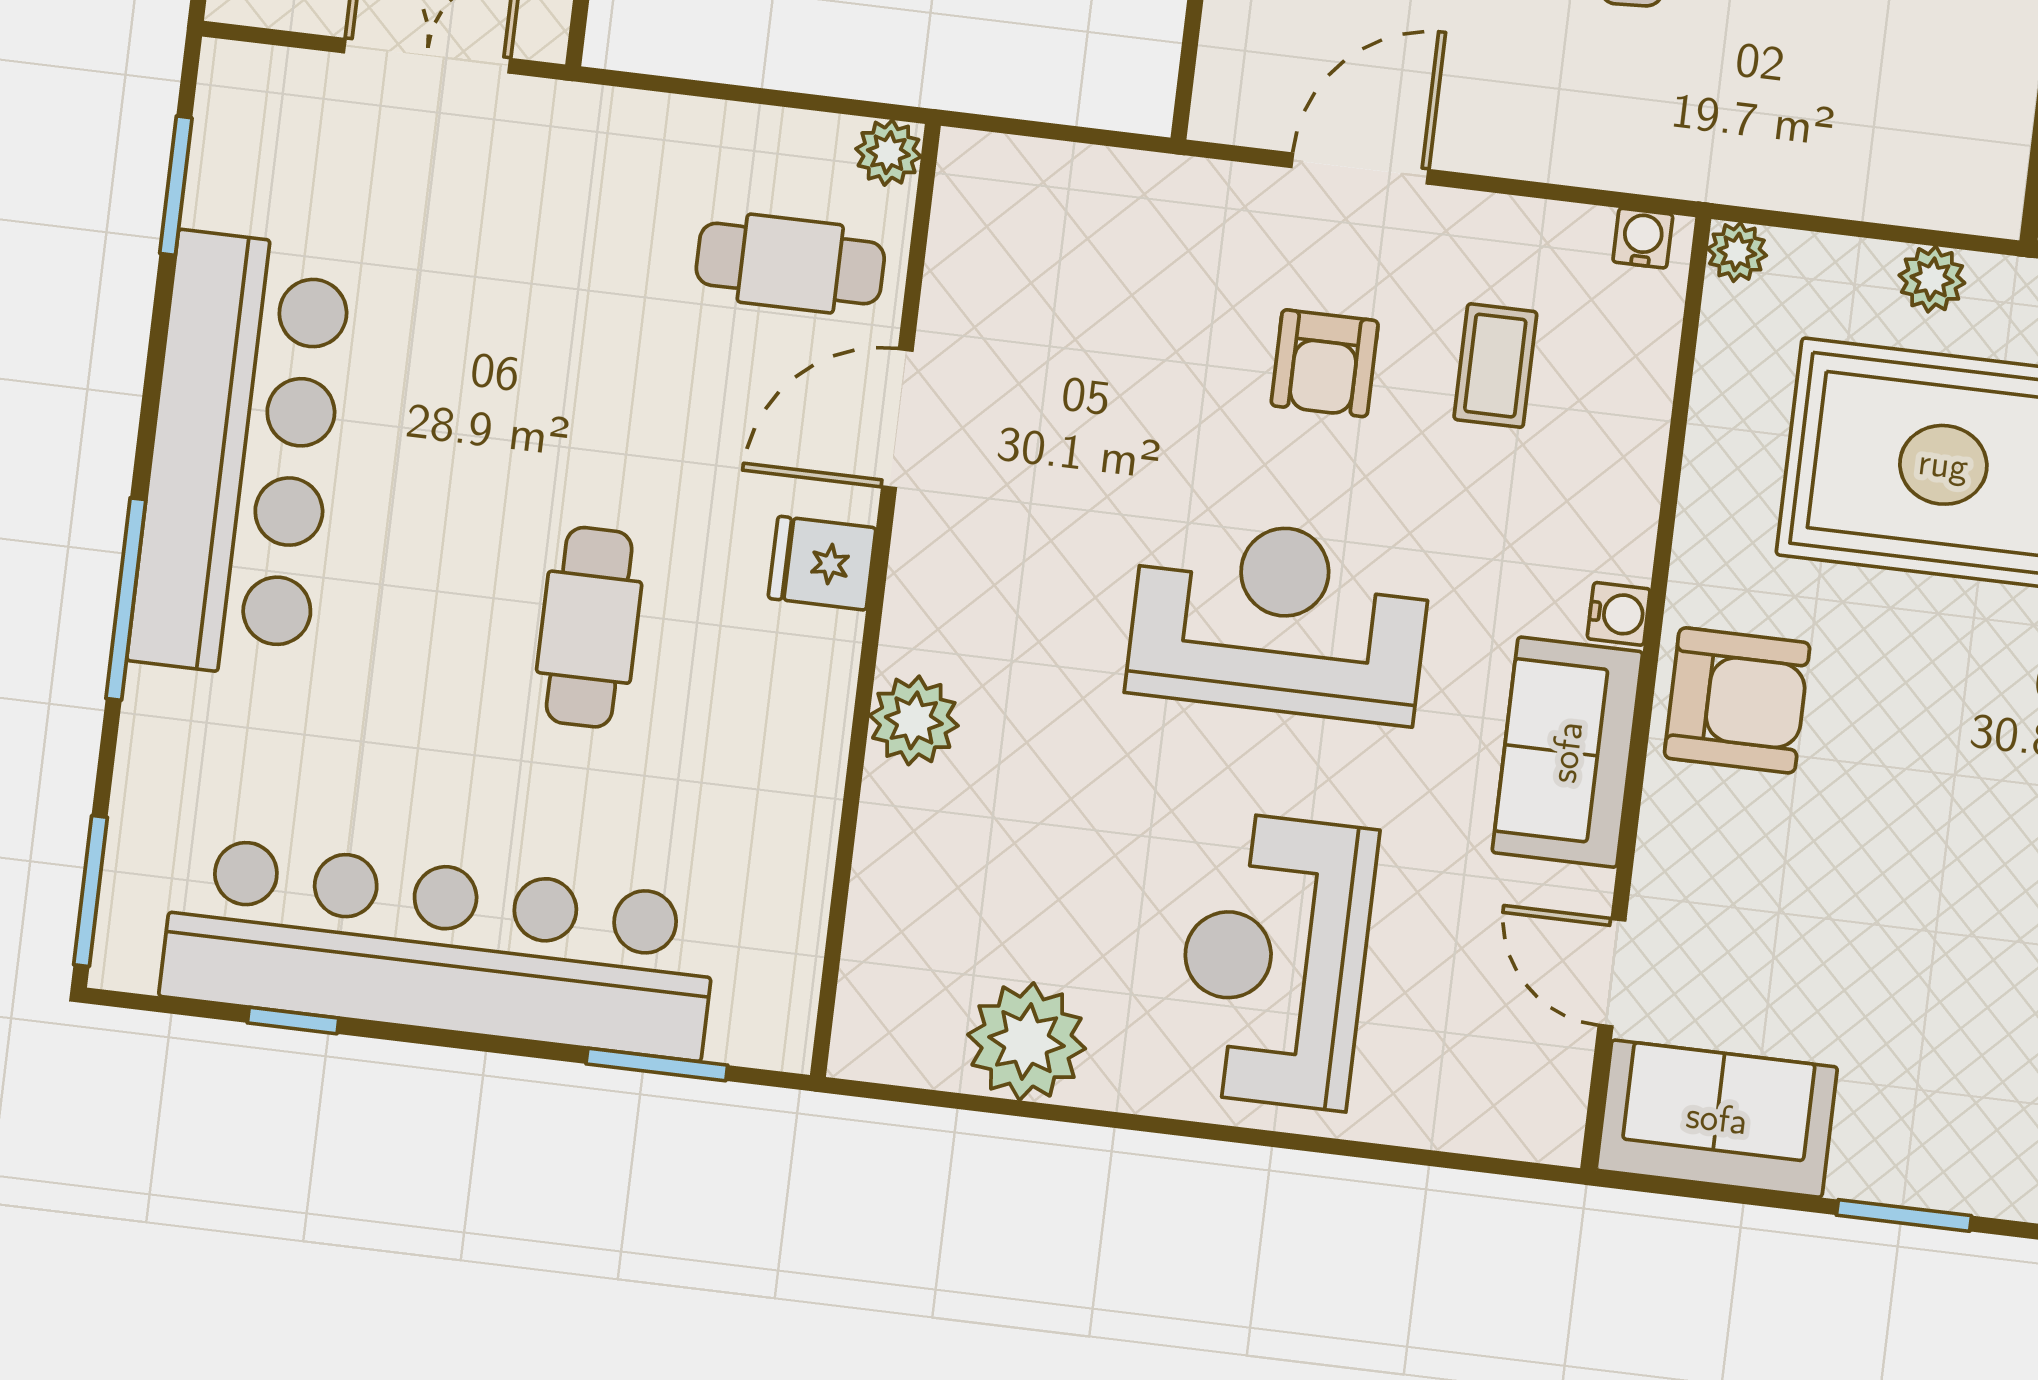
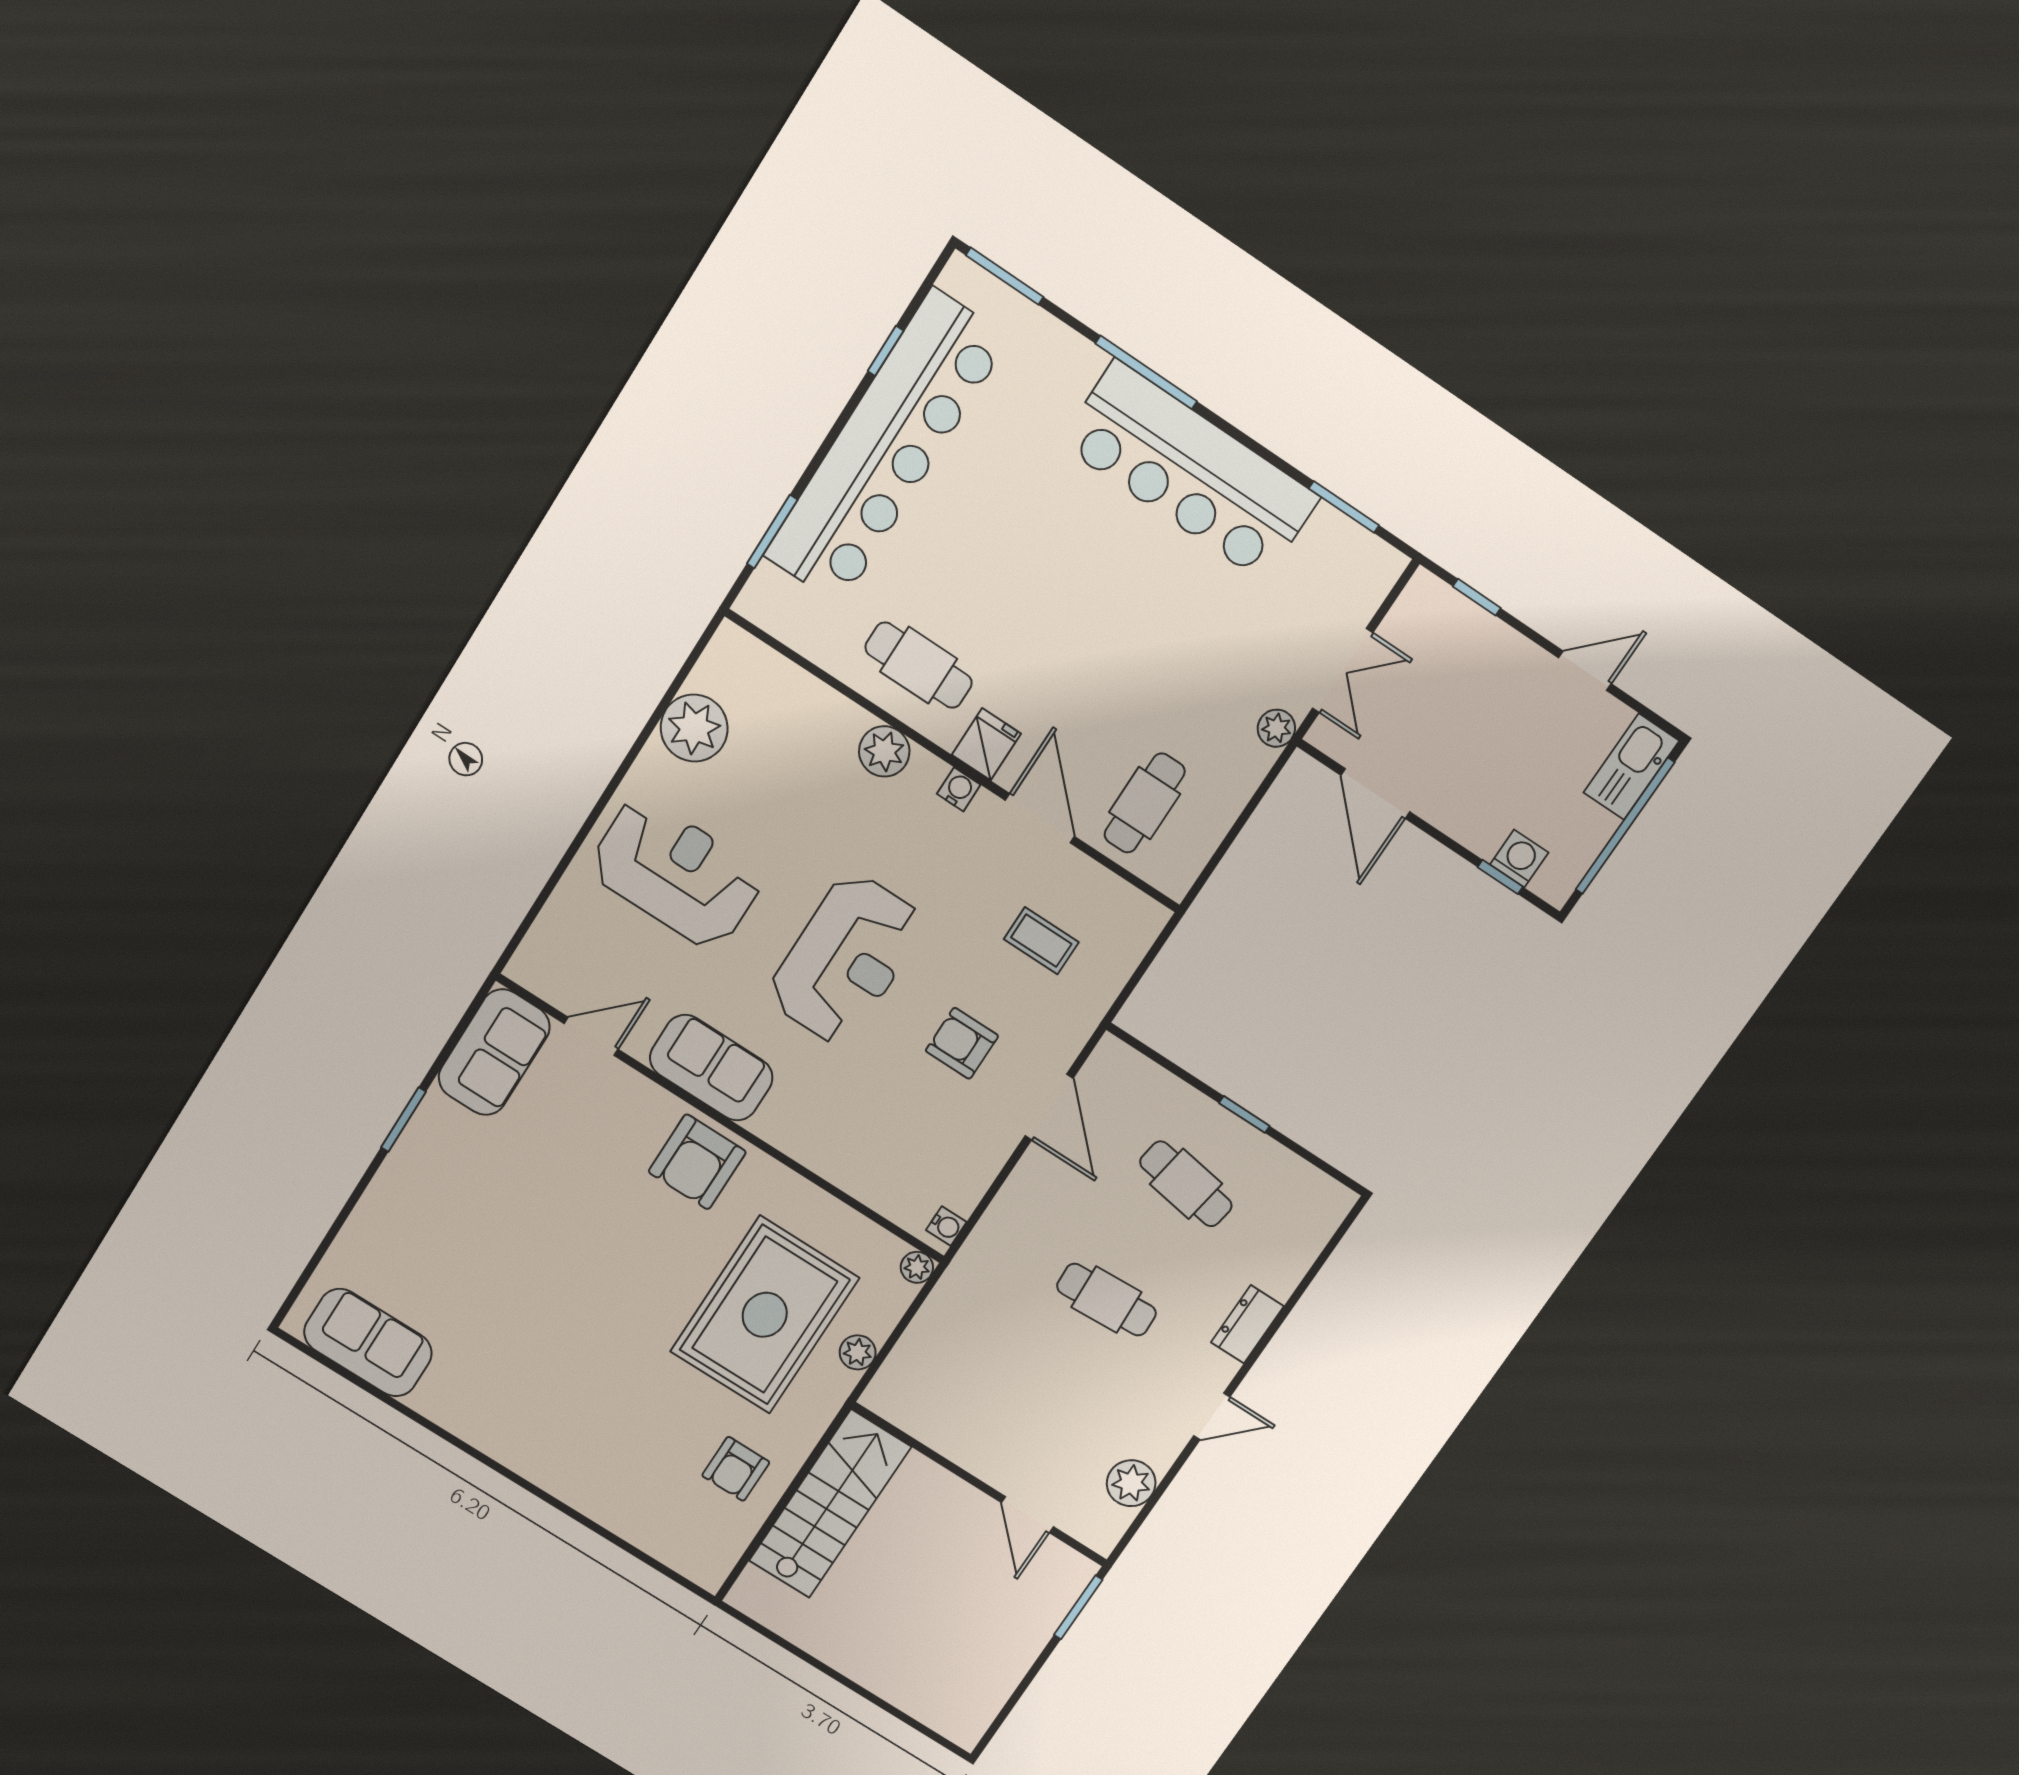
plant: (888, 153) -> (1276, 728), moved
coffee table: (1495, 366) -> (1041, 941), moved
water cooler: (1619, 614) -> (959, 789), moved, turned 180
cafe table: (589, 627) -> (919, 665), moved

